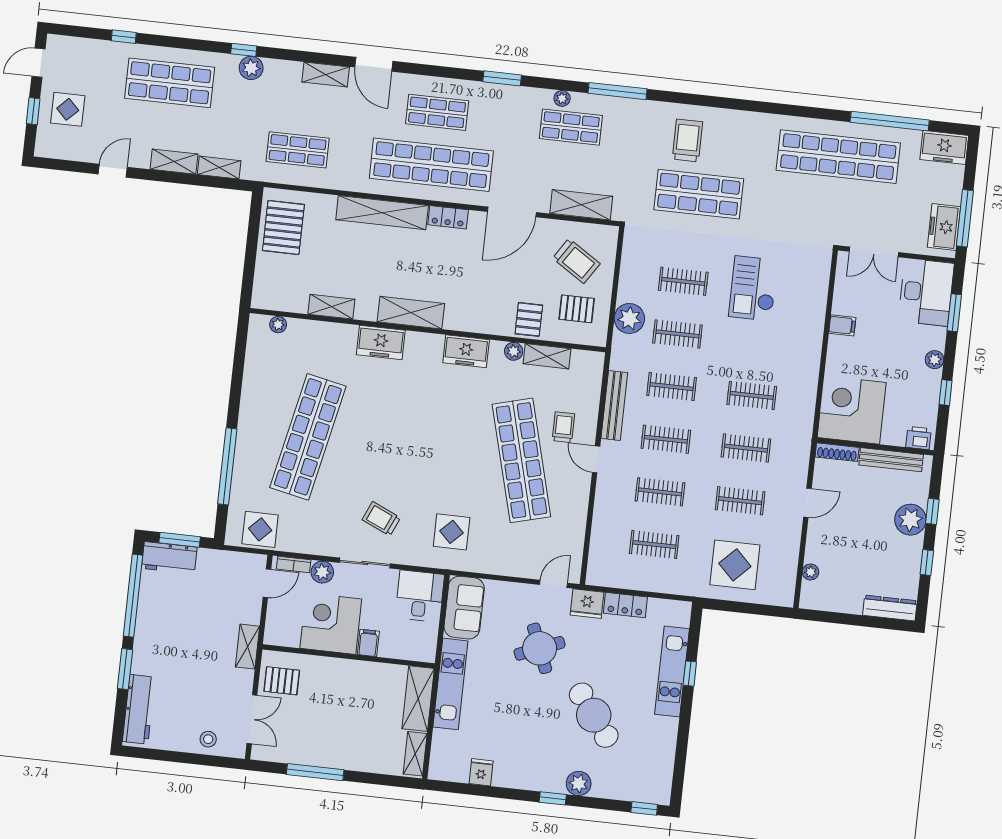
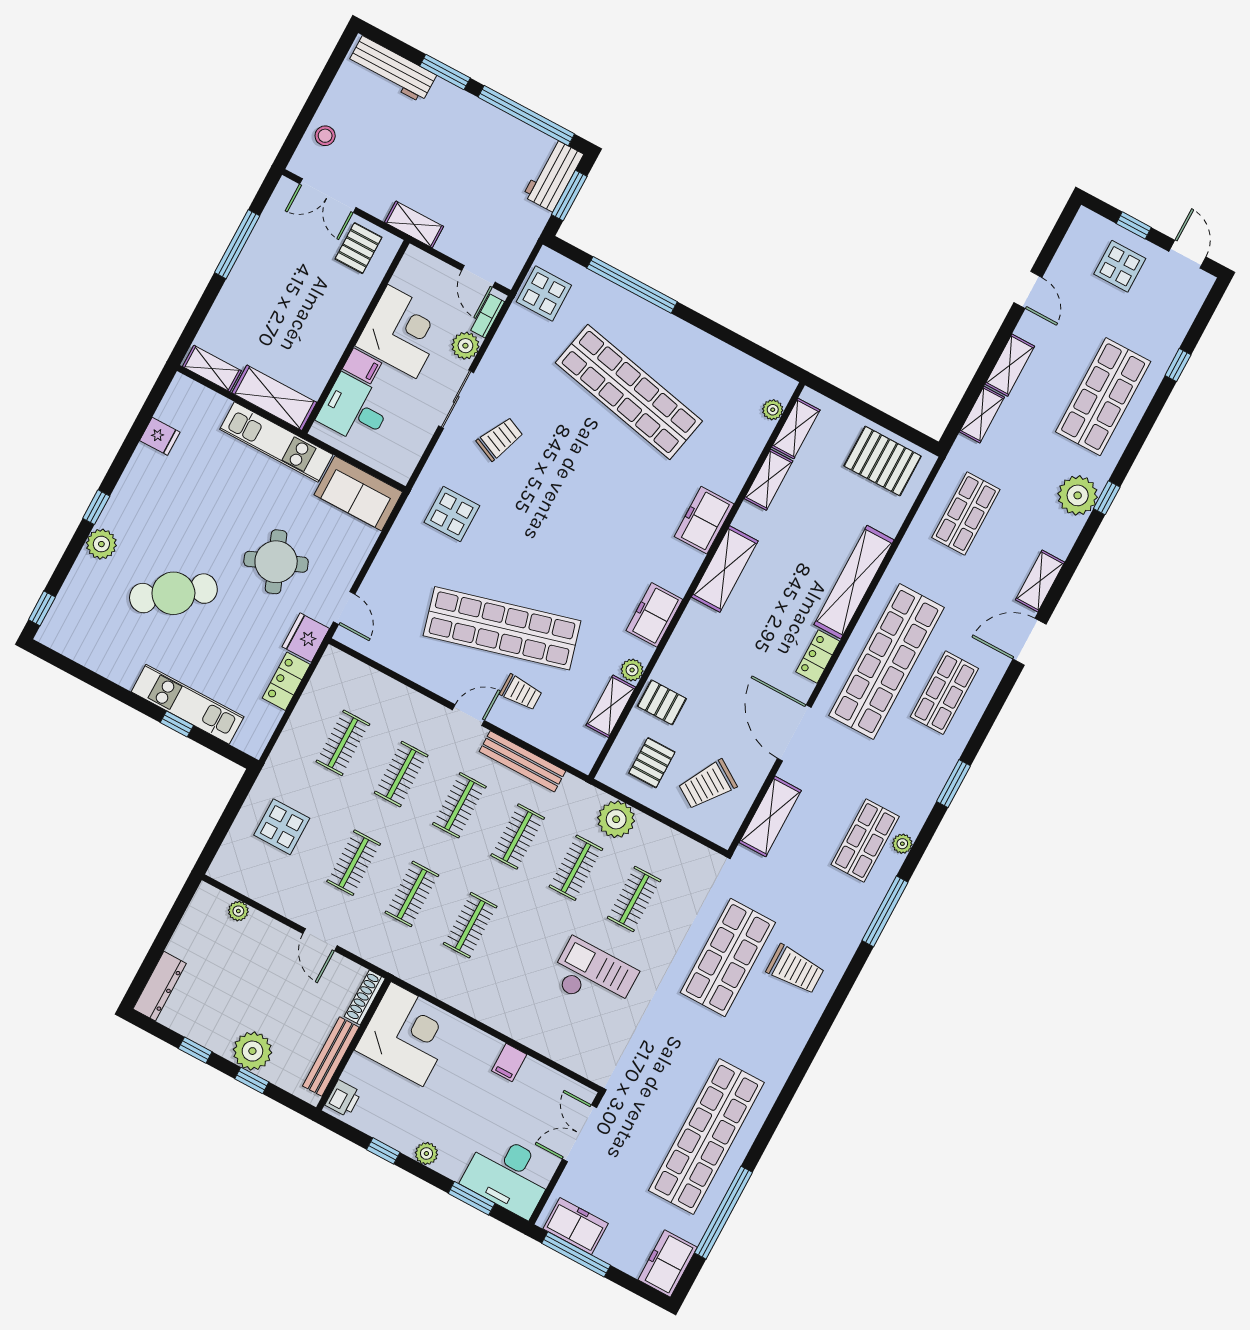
plant: (251, 68) -> (1078, 495), width x1.36, depth x1.36
shelving: (285, 302) -> (796, 429), added
display table: (735, 565) -> (282, 827), width x0.73, depth x0.73
desk: (420, 596) -> (354, 410), moved, turned 180

